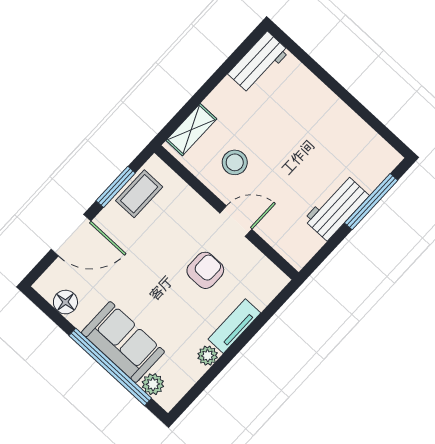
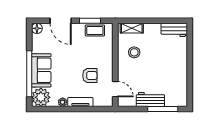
door: (236, 221) -> (115, 89), moved
floor lamp: (65, 302) -> (37, 28), moved
plant: (153, 384) -> (41, 97), width x1.87, depth x1.87

